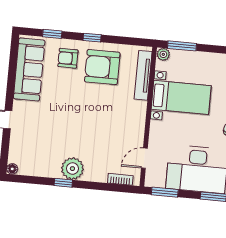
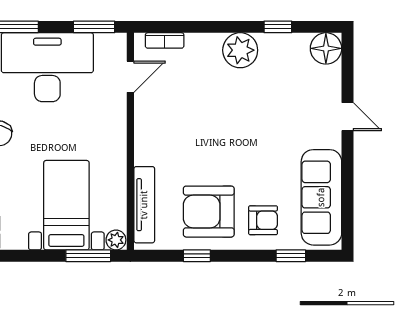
window: (92, 38) -> (197, 256), moved
armchair: (102, 67) -> (209, 212), turned 180
bed with nightstands: (181, 97) -> (66, 205), moved, turned 90
floor lamp: (12, 169) -> (326, 48), width x1.89, depth x1.89
window: (63, 183) -> (278, 27), moved

